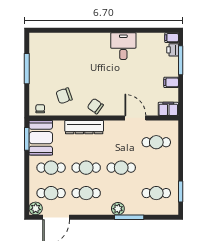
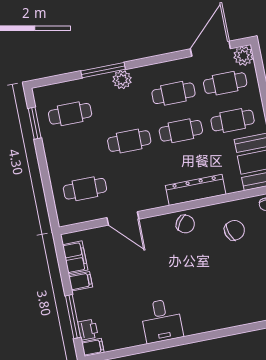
filing cabinet: (168, 109) -> (75, 257), moved, turned -90

